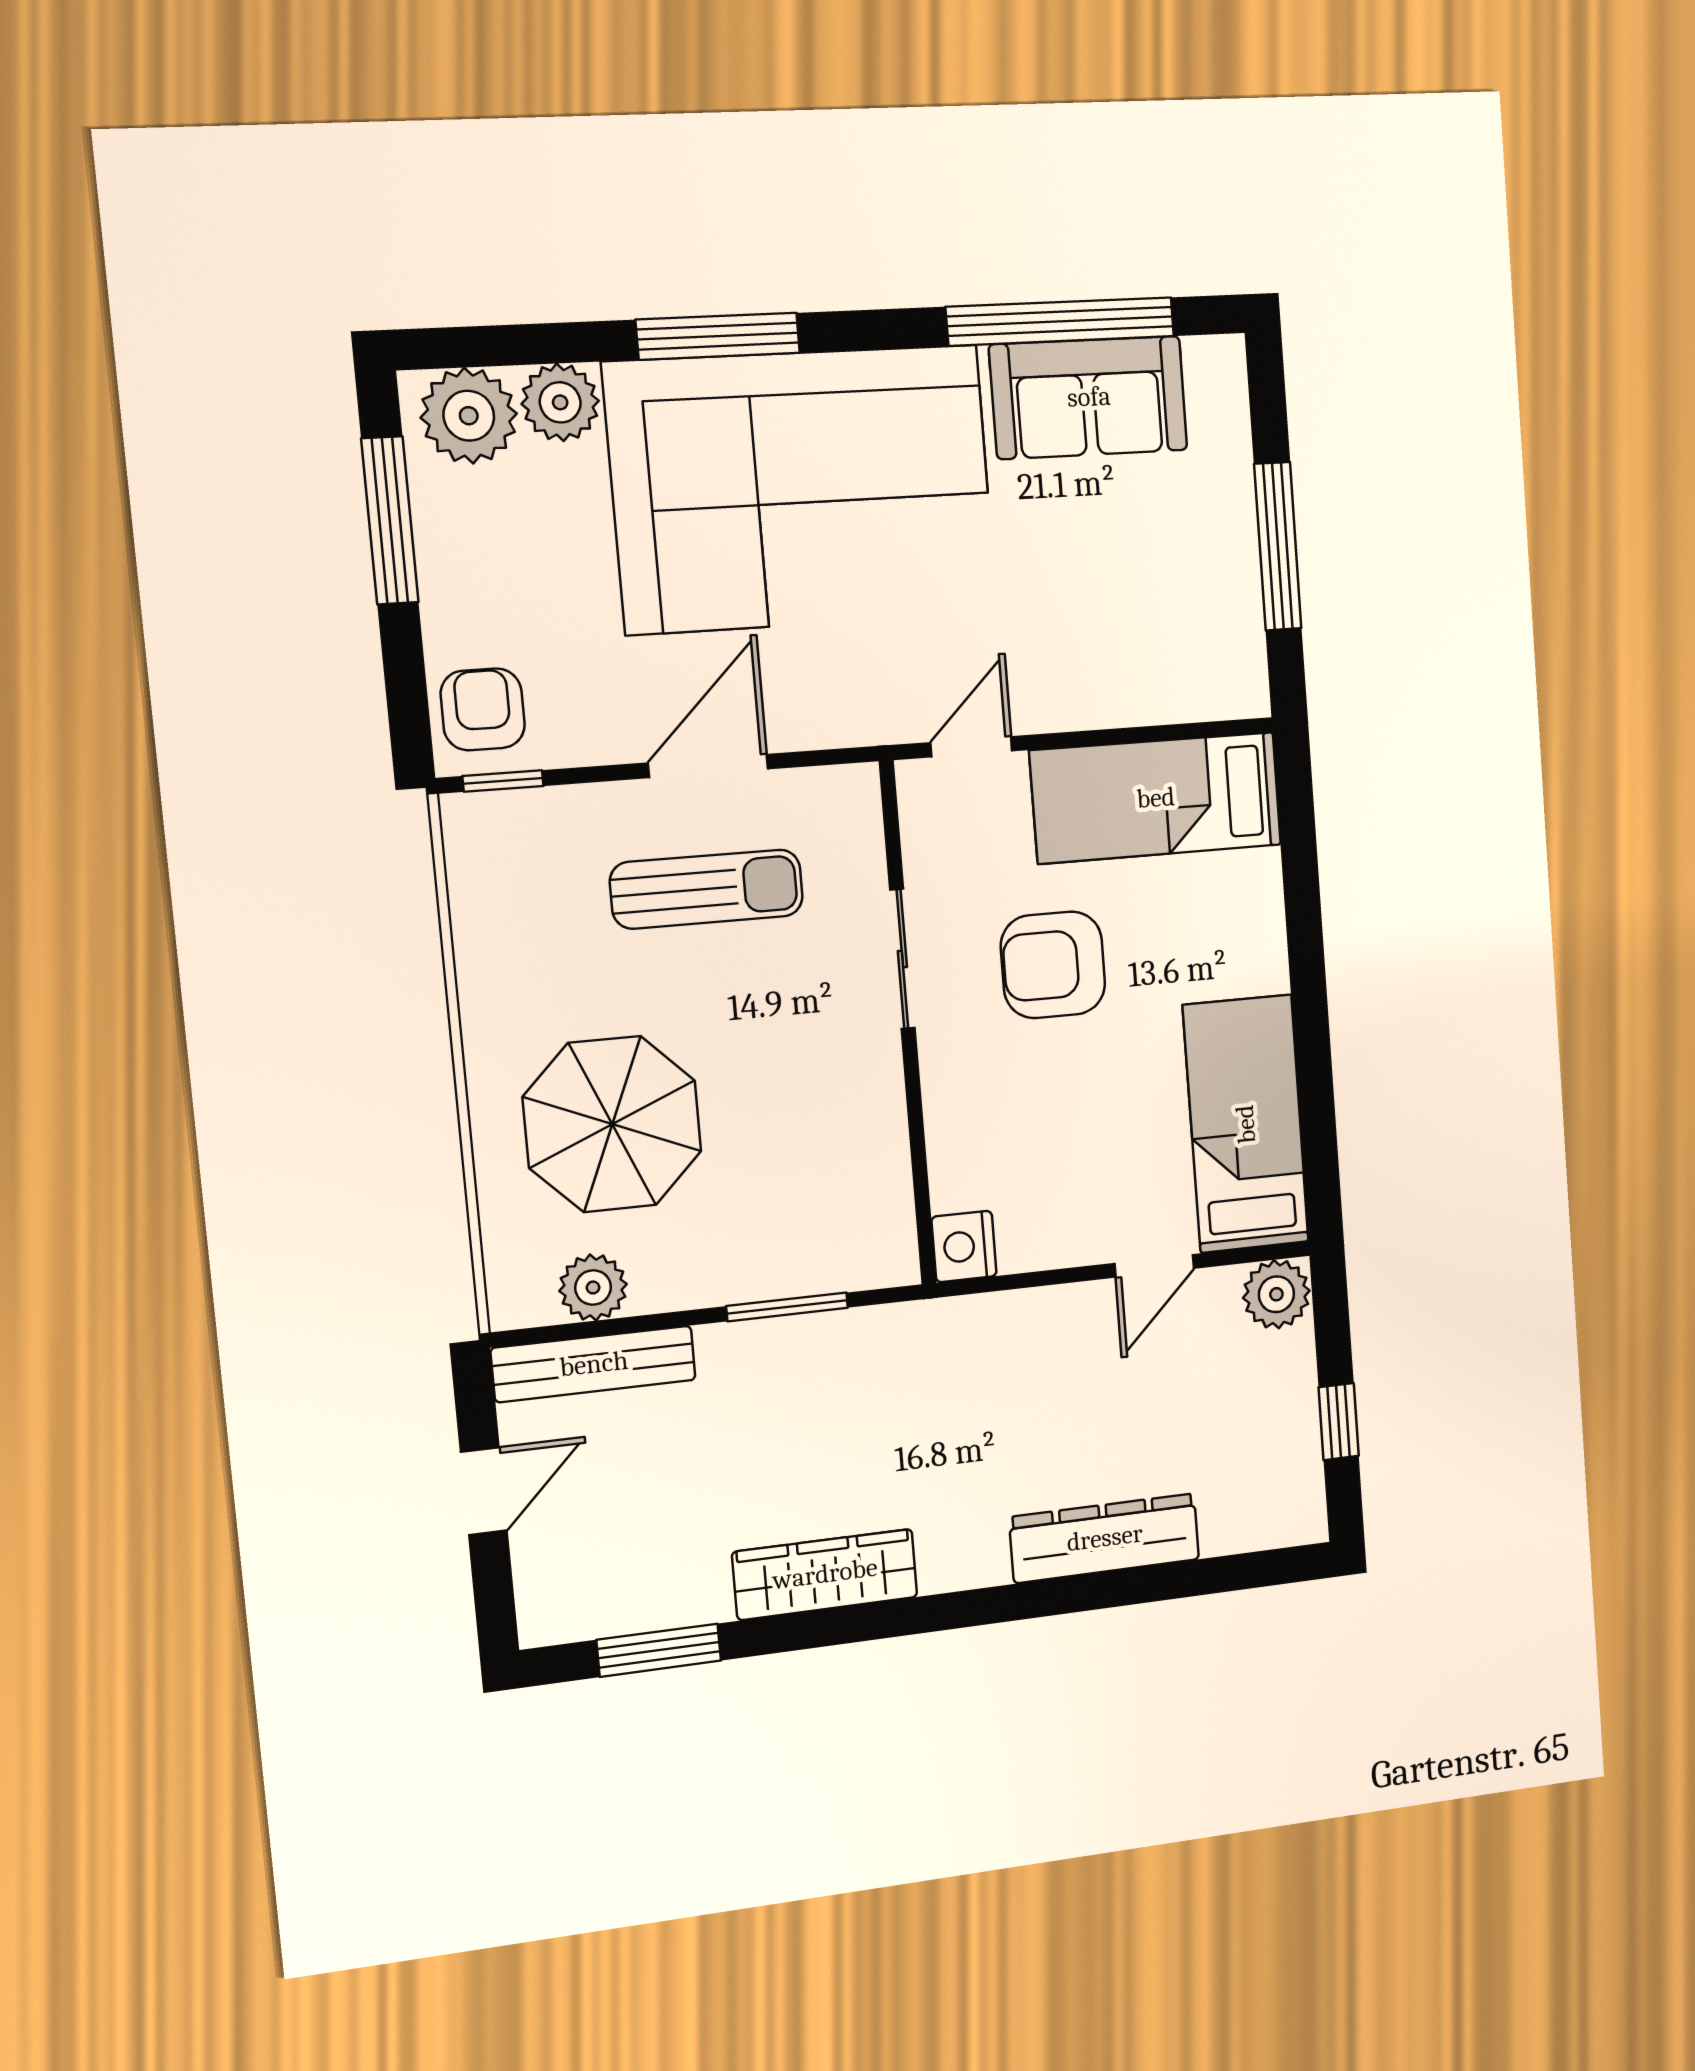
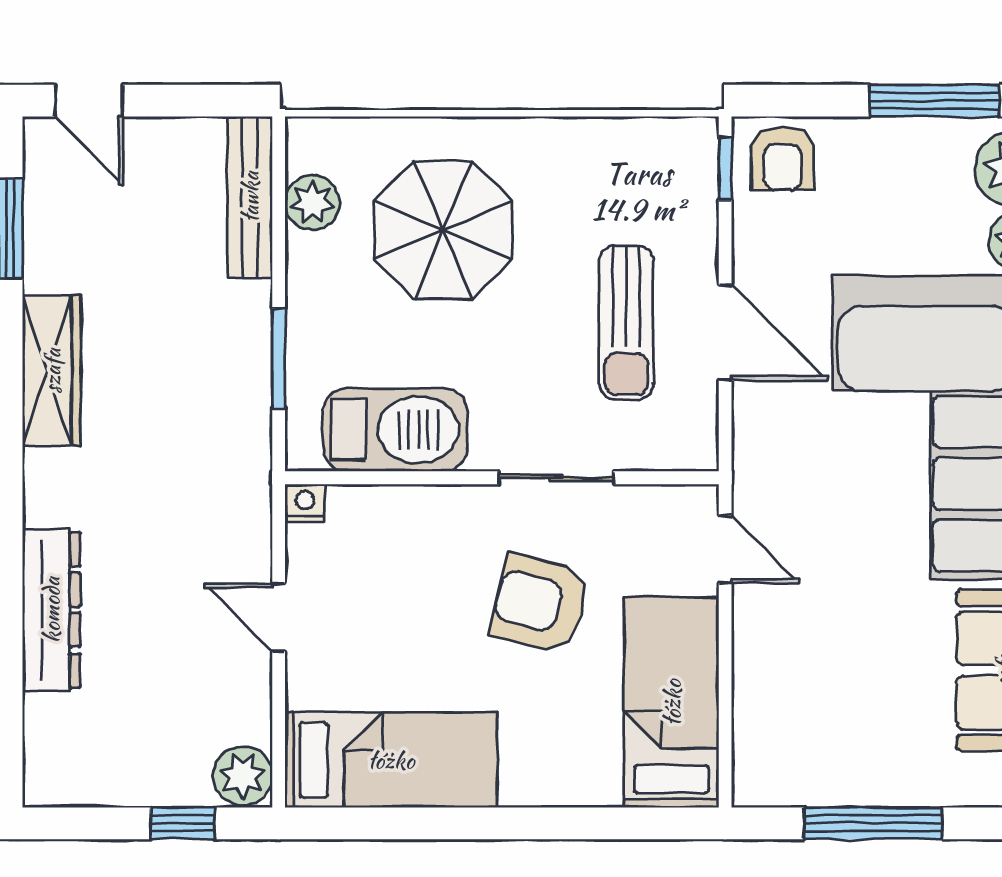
armchair: (483, 709) -> (783, 158), turned 90
armchair: (1053, 965) -> (540, 604), turned -76
barbecue: (861, 1158) -> (395, 430), added
nightstand: (964, 1246) -> (305, 503), width x0.72, depth x0.74
door: (1154, 1266) -> (279, 617), moved
window: (1339, 1422) -> (183, 823), moved
door: (484, 1491) -> (89, 101), moved

